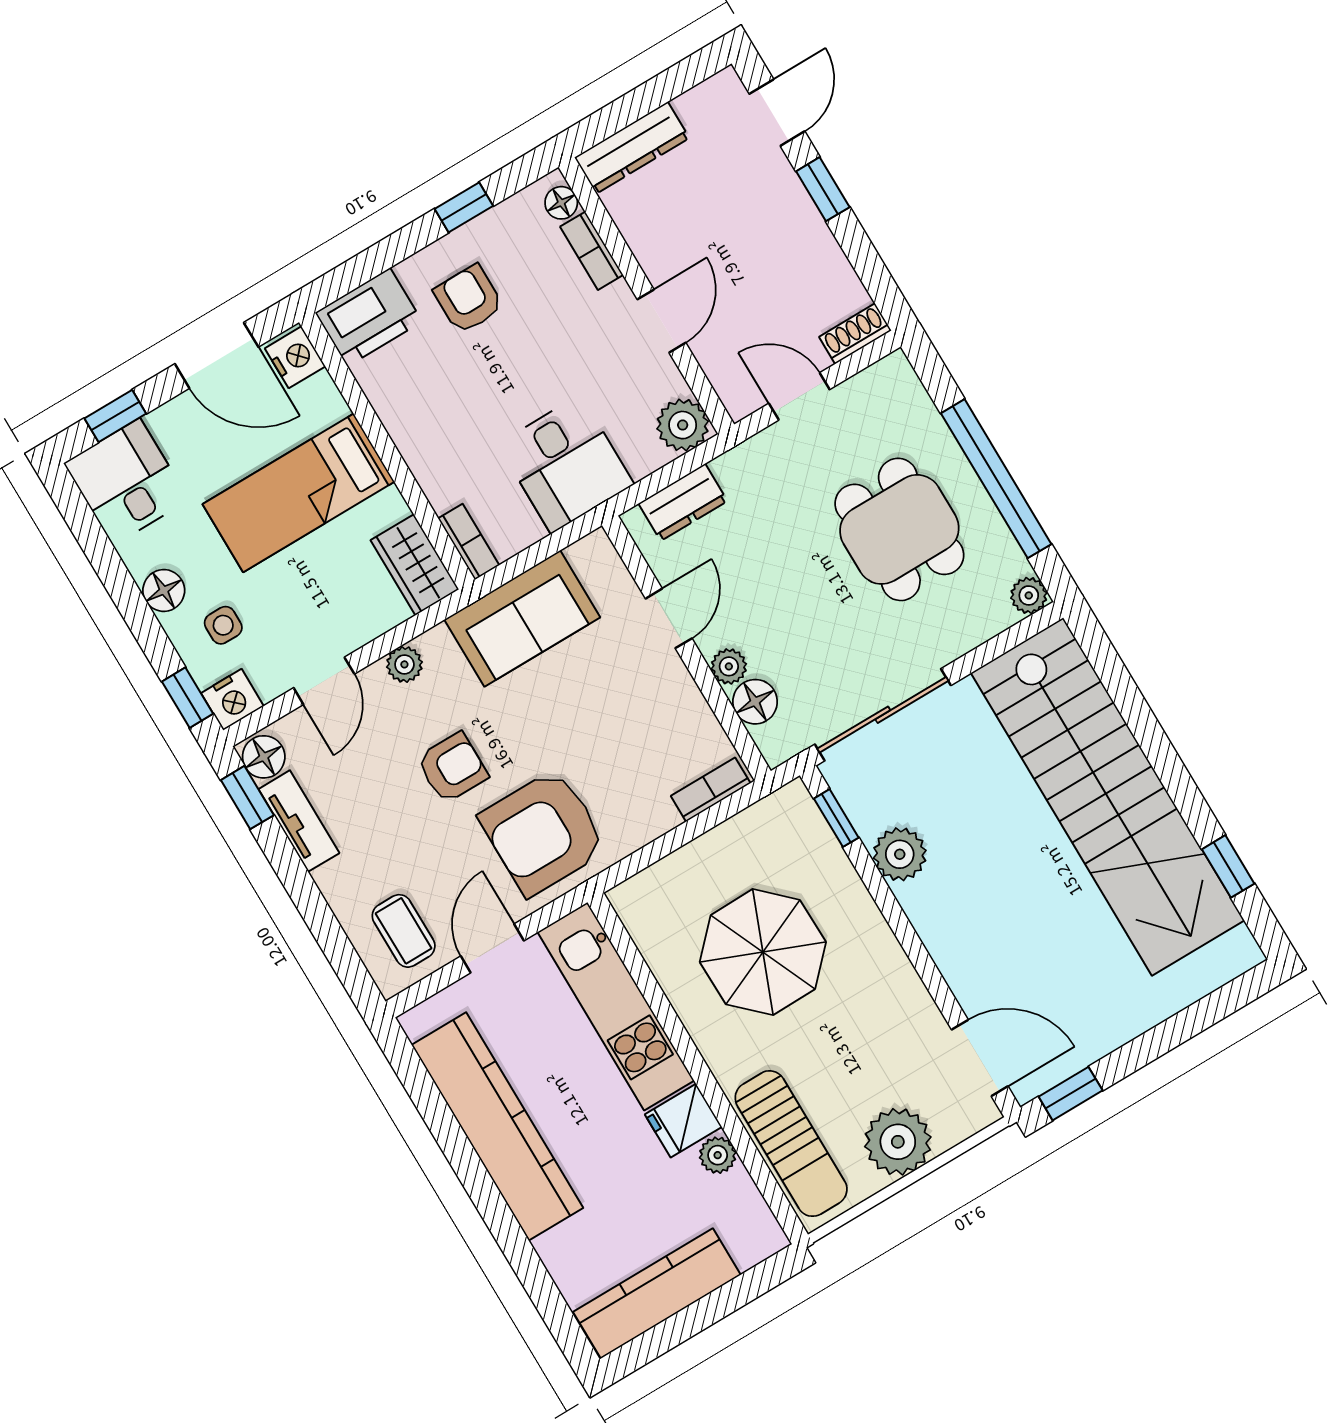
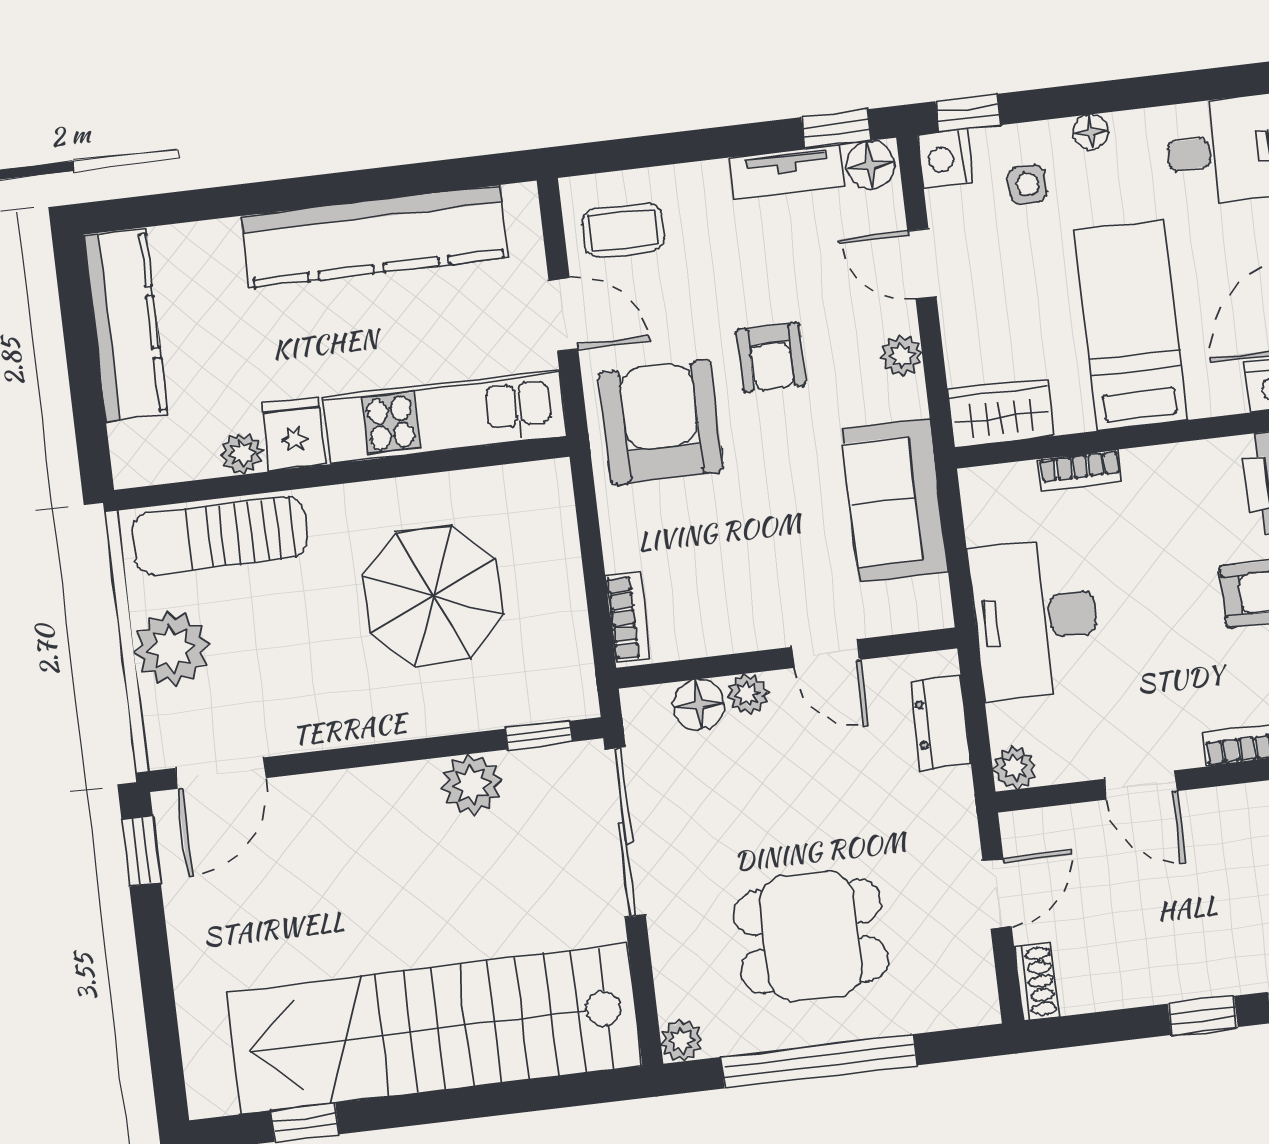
plant: (683, 425) -> (1015, 768), width x0.73, depth x0.73
desk: (566, 464) -> (1035, 618), width x1.37
bookcase: (469, 542) -> (1080, 470), moved
floor lamp: (164, 590) -> (1091, 132), width x0.73, depth x0.73

